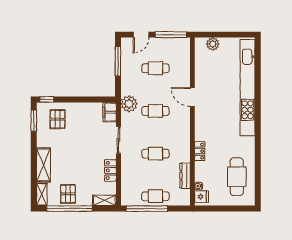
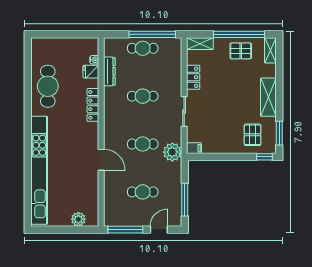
filing cabinet: (110, 112) -> (194, 148), width x0.50
locker: (200, 151) -> (93, 105), width x1.53
shelving: (44, 165) -> (268, 97), moved
cafe table: (237, 177) -> (48, 86), moved
pallet: (68, 194) -> (241, 51), turned 90
fridge: (202, 197) -> (91, 72), moved

